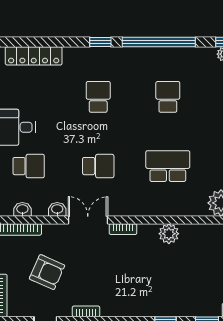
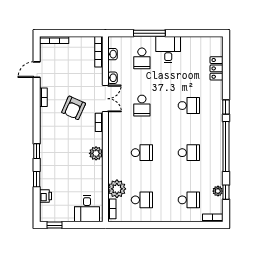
locker: (34, 56) -> (217, 68), width x0.66
school desk: (168, 166) -> (142, 153), width x0.54
armchair: (47, 272) -> (74, 108), moved

